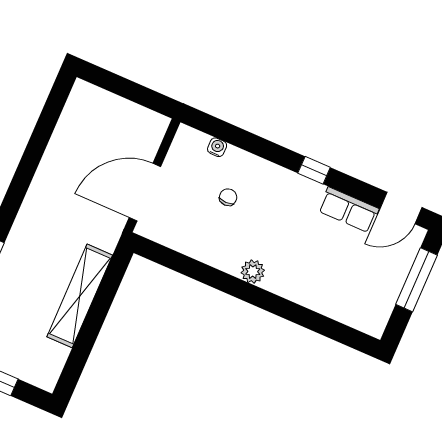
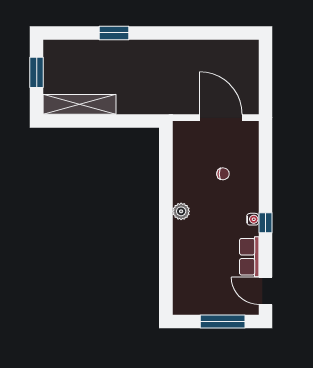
water cooler: (217, 147) -> (253, 219), moved
door: (145, 192) -> (221, 118), moved
shelving: (80, 296) -> (80, 104), moved

